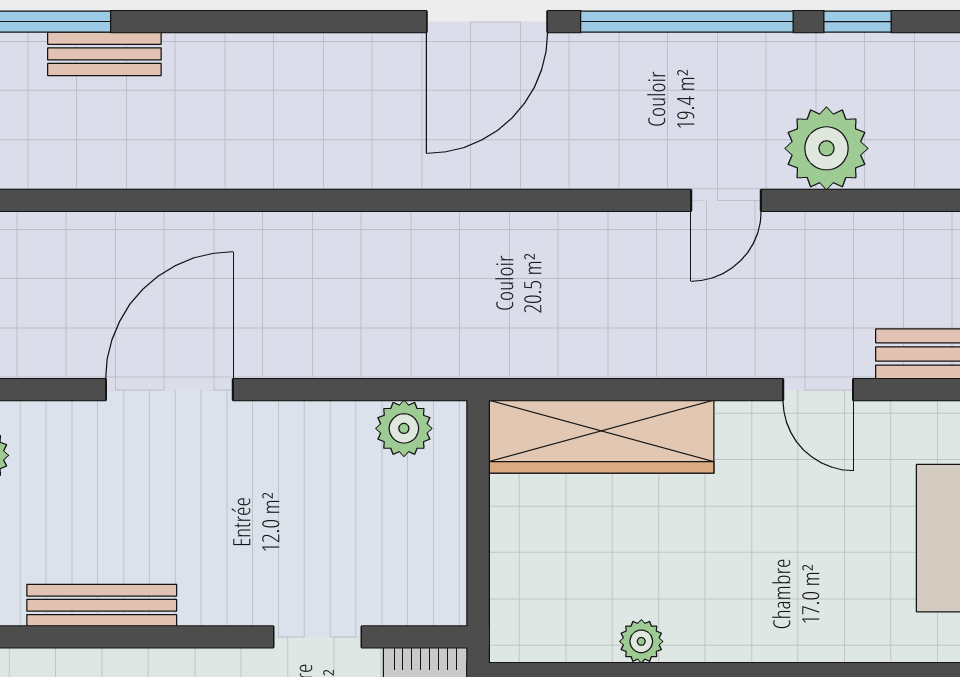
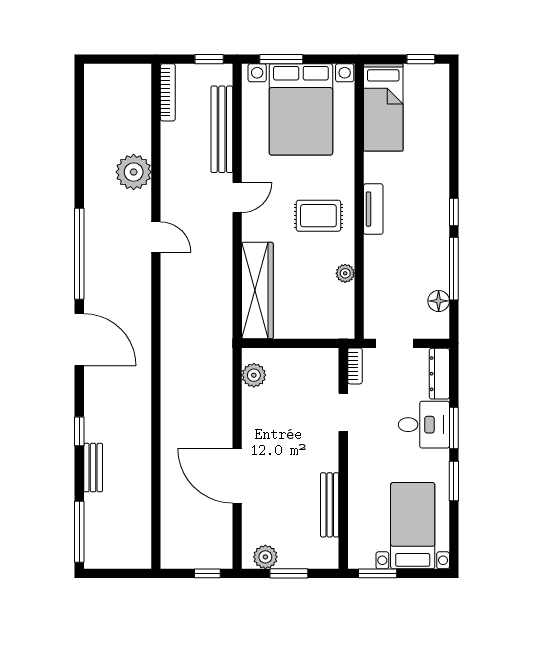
window: (857, 22) -> (79, 431), moved
bench: (104, 54) -> (93, 468), moved
plant: (826, 148) -> (134, 172), moved
rug: (775, 579) -> (318, 216), added

